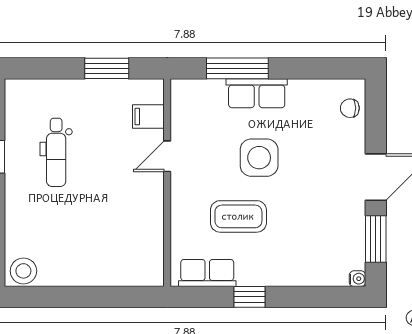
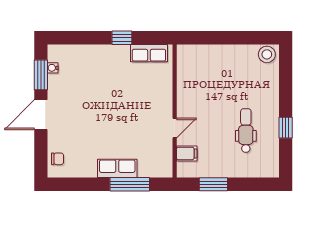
side table: (259, 158) -> (116, 127), removed
coffee table: (238, 216) -> (129, 89), removed
water cooler: (357, 279) -> (53, 68), moved

